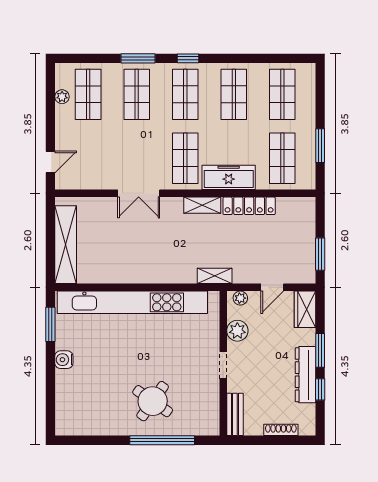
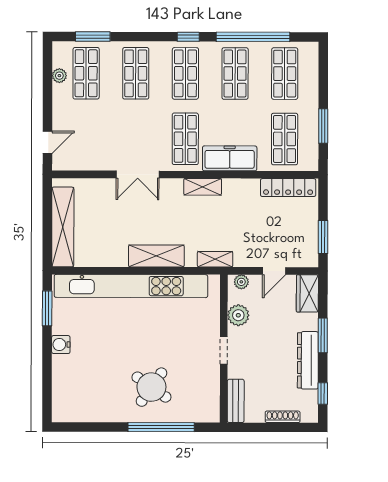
window: (138, 58) -> (93, 37), moved
window: (251, 58) -> (253, 37), added
locker: (249, 206) -> (288, 188), moved
shelving: (157, 273) -> (156, 256), added
window: (320, 389) -> (323, 393), moved

